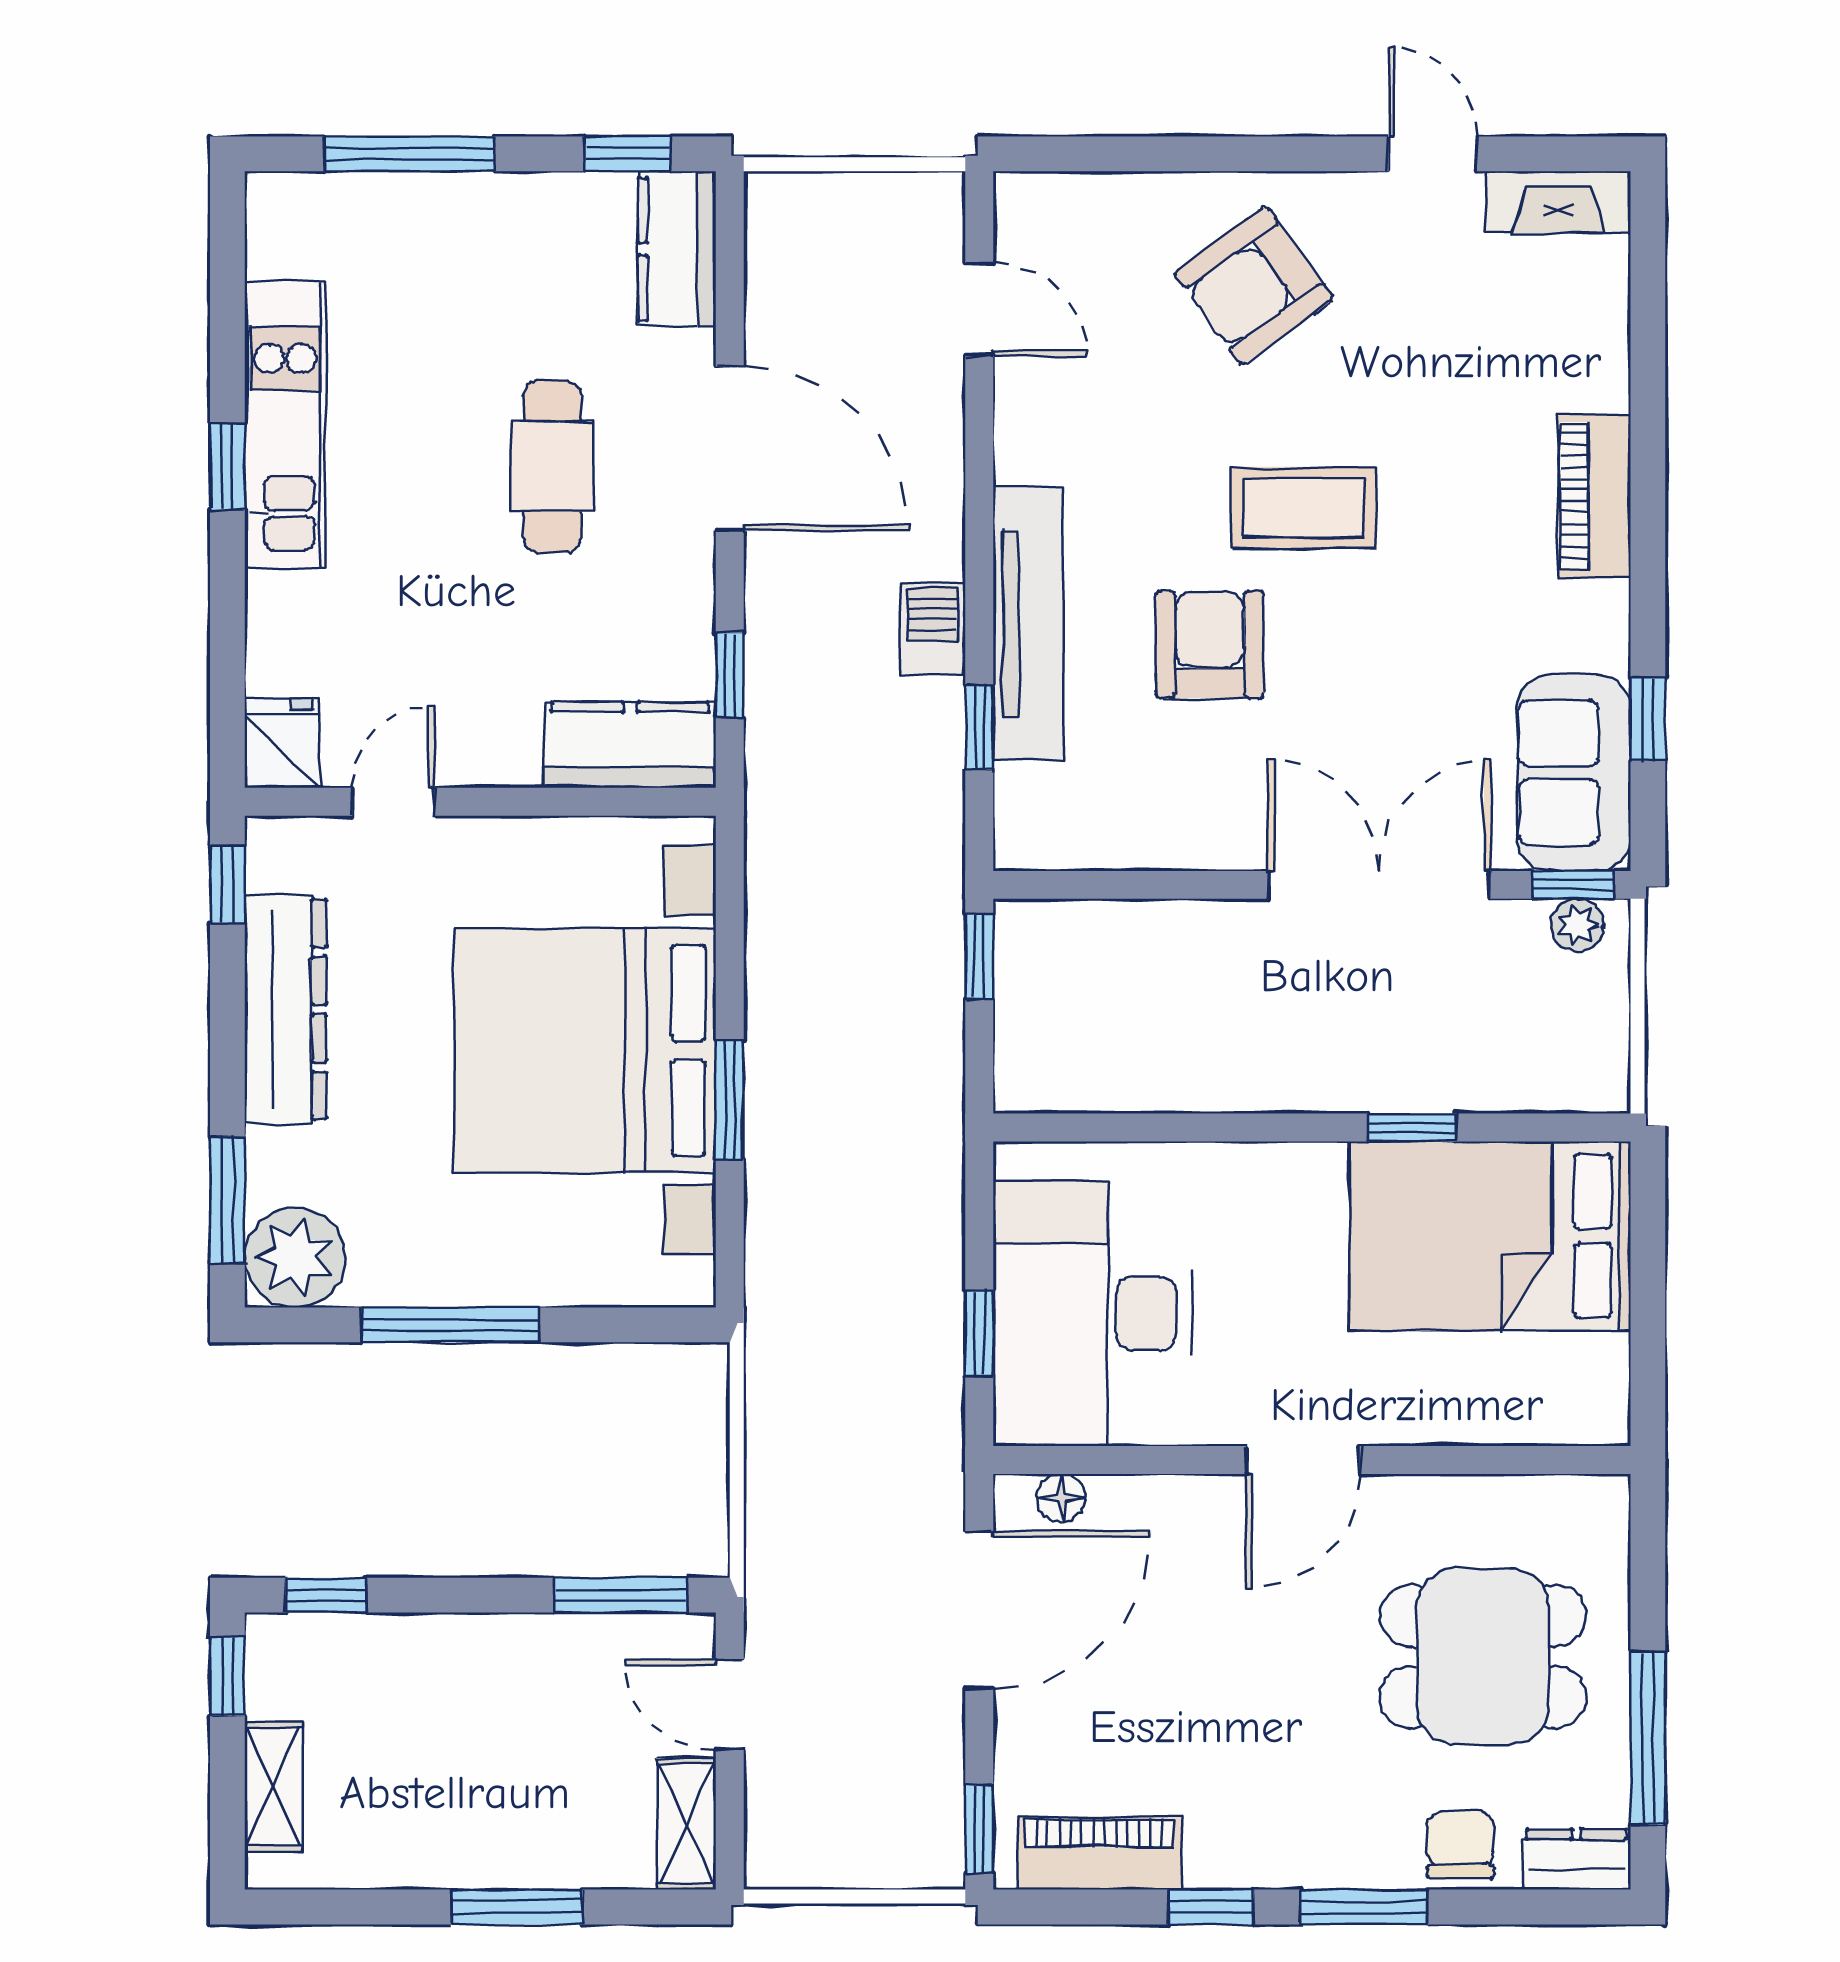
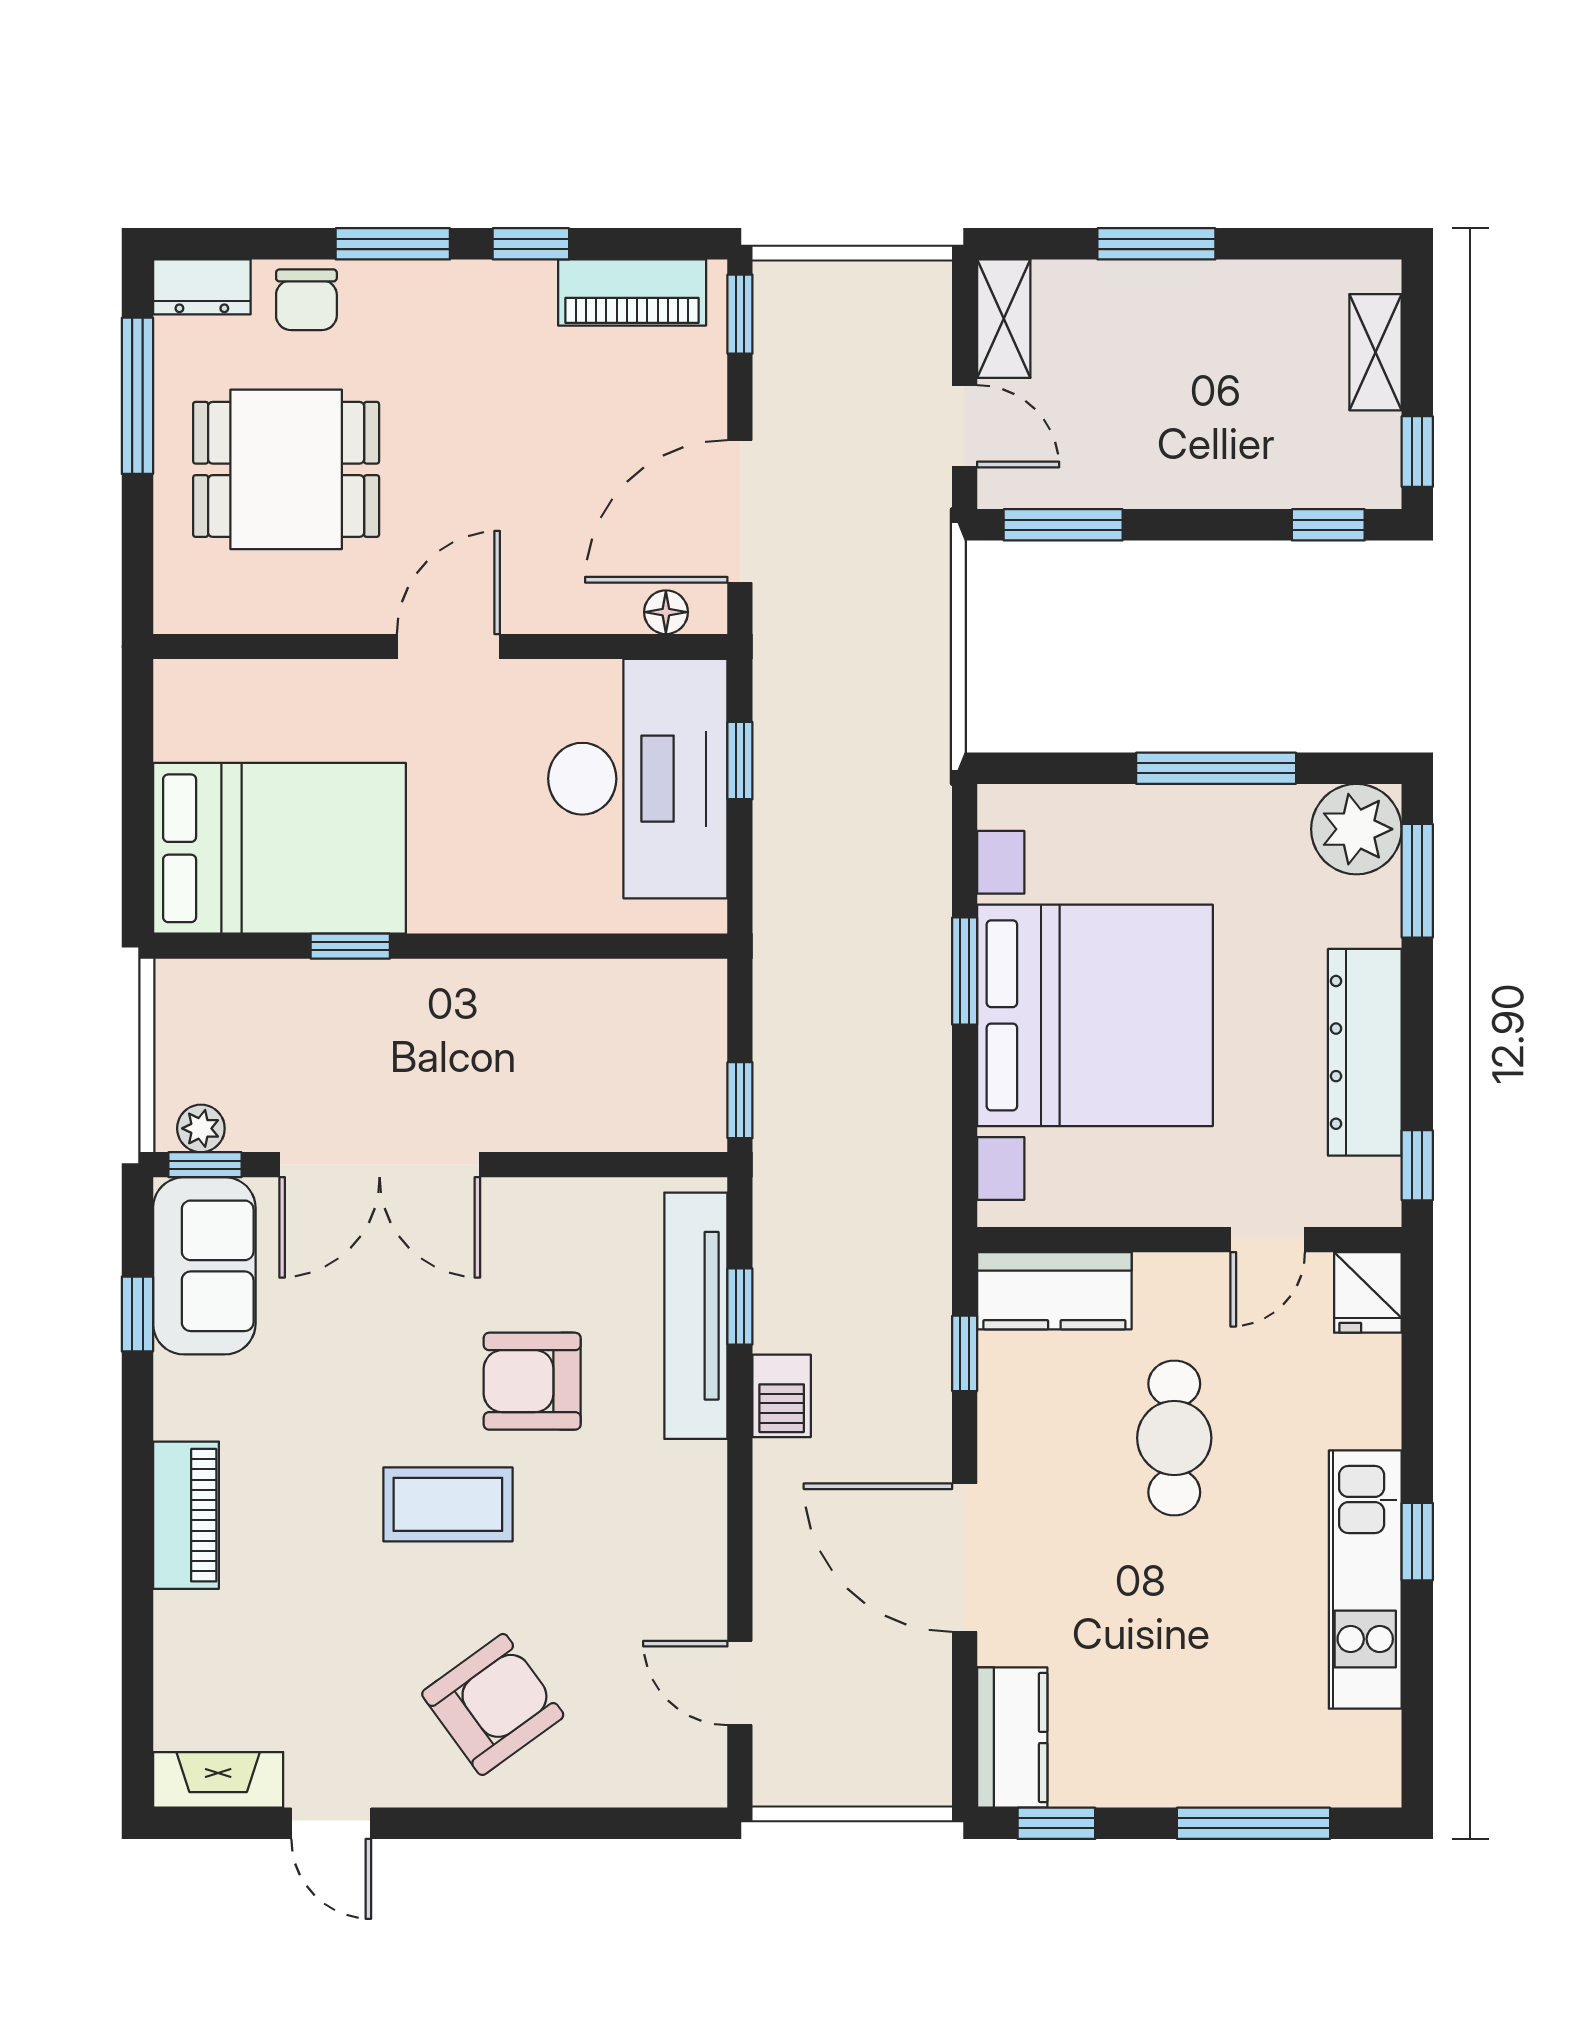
cafe table: (552, 467) -> (1174, 1438), moved
tv unit: (1028, 624) -> (696, 1316), moved
armchair: (1210, 645) -> (532, 1381), turned 90

